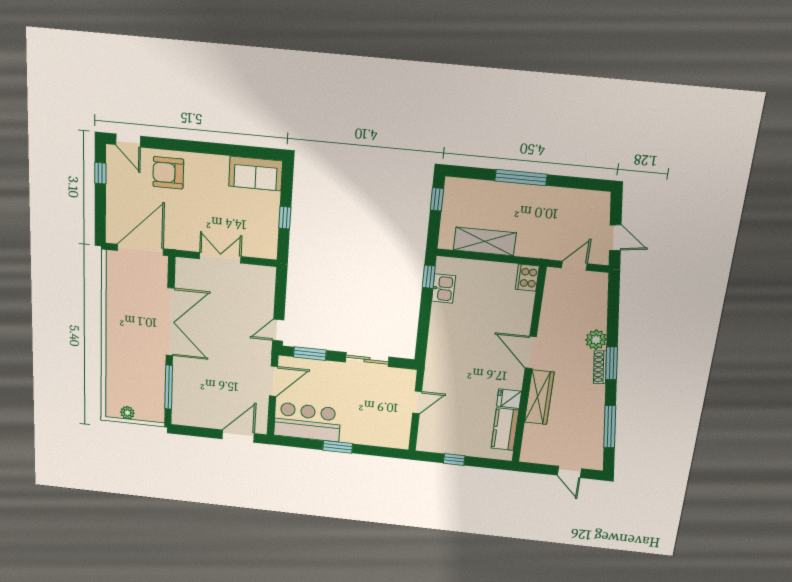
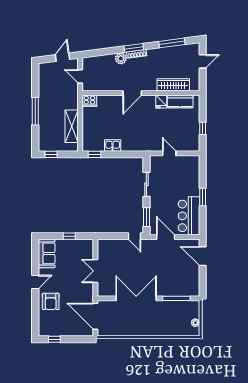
door: (128, 140) -> (35, 282), moved
kitchen sink: (444, 288) -> (113, 146), moved
wardrobe: (539, 397) -> (173, 85), moved

